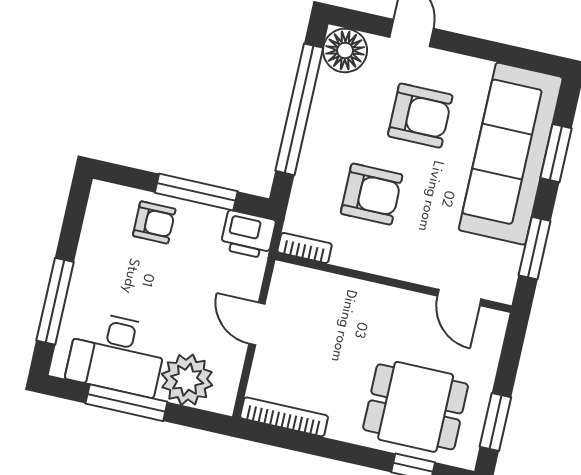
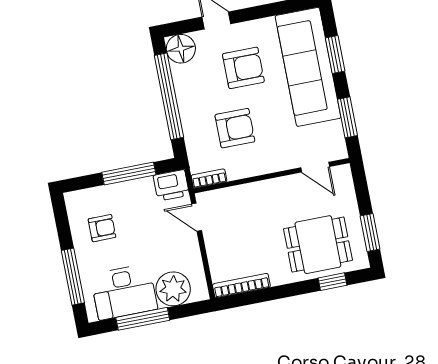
armchair: (154, 222) -> (102, 228), moved
door: (257, 324) -> (197, 217), moved

